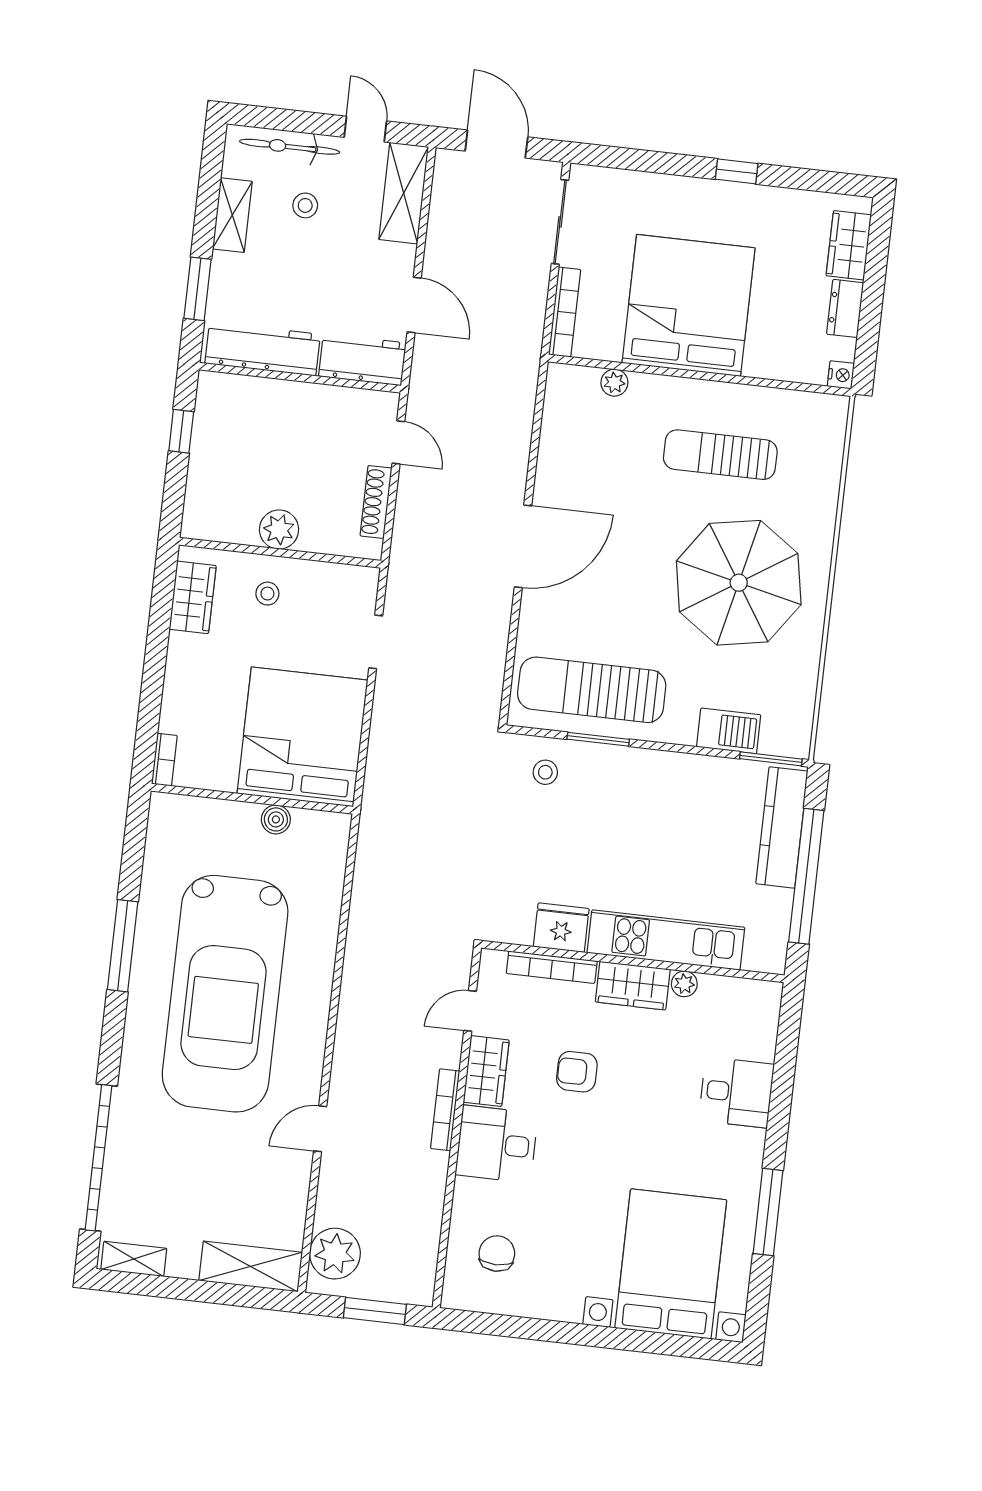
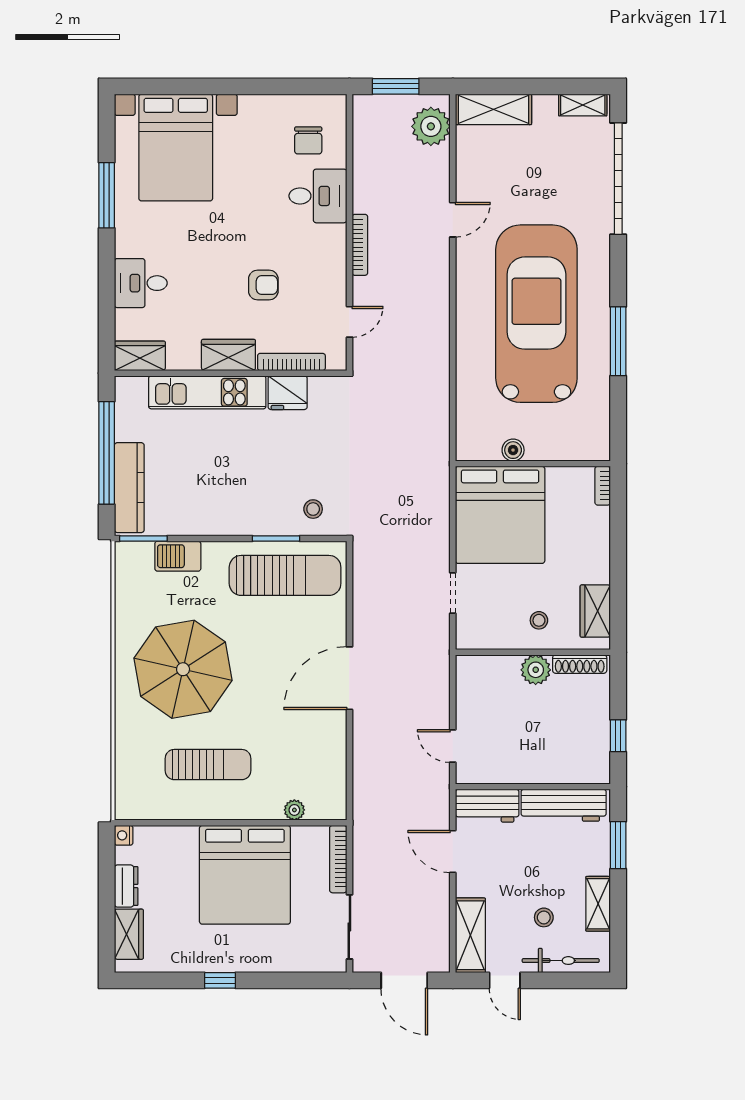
shoe rack: (376, 502) -> (580, 664), moved, turned 90
plant: (684, 984) -> (190, 361), removed
wardrobe: (486, 1071) -> (140, 356), moved, turned 90
desk: (497, 1144) -> (318, 196), moved

